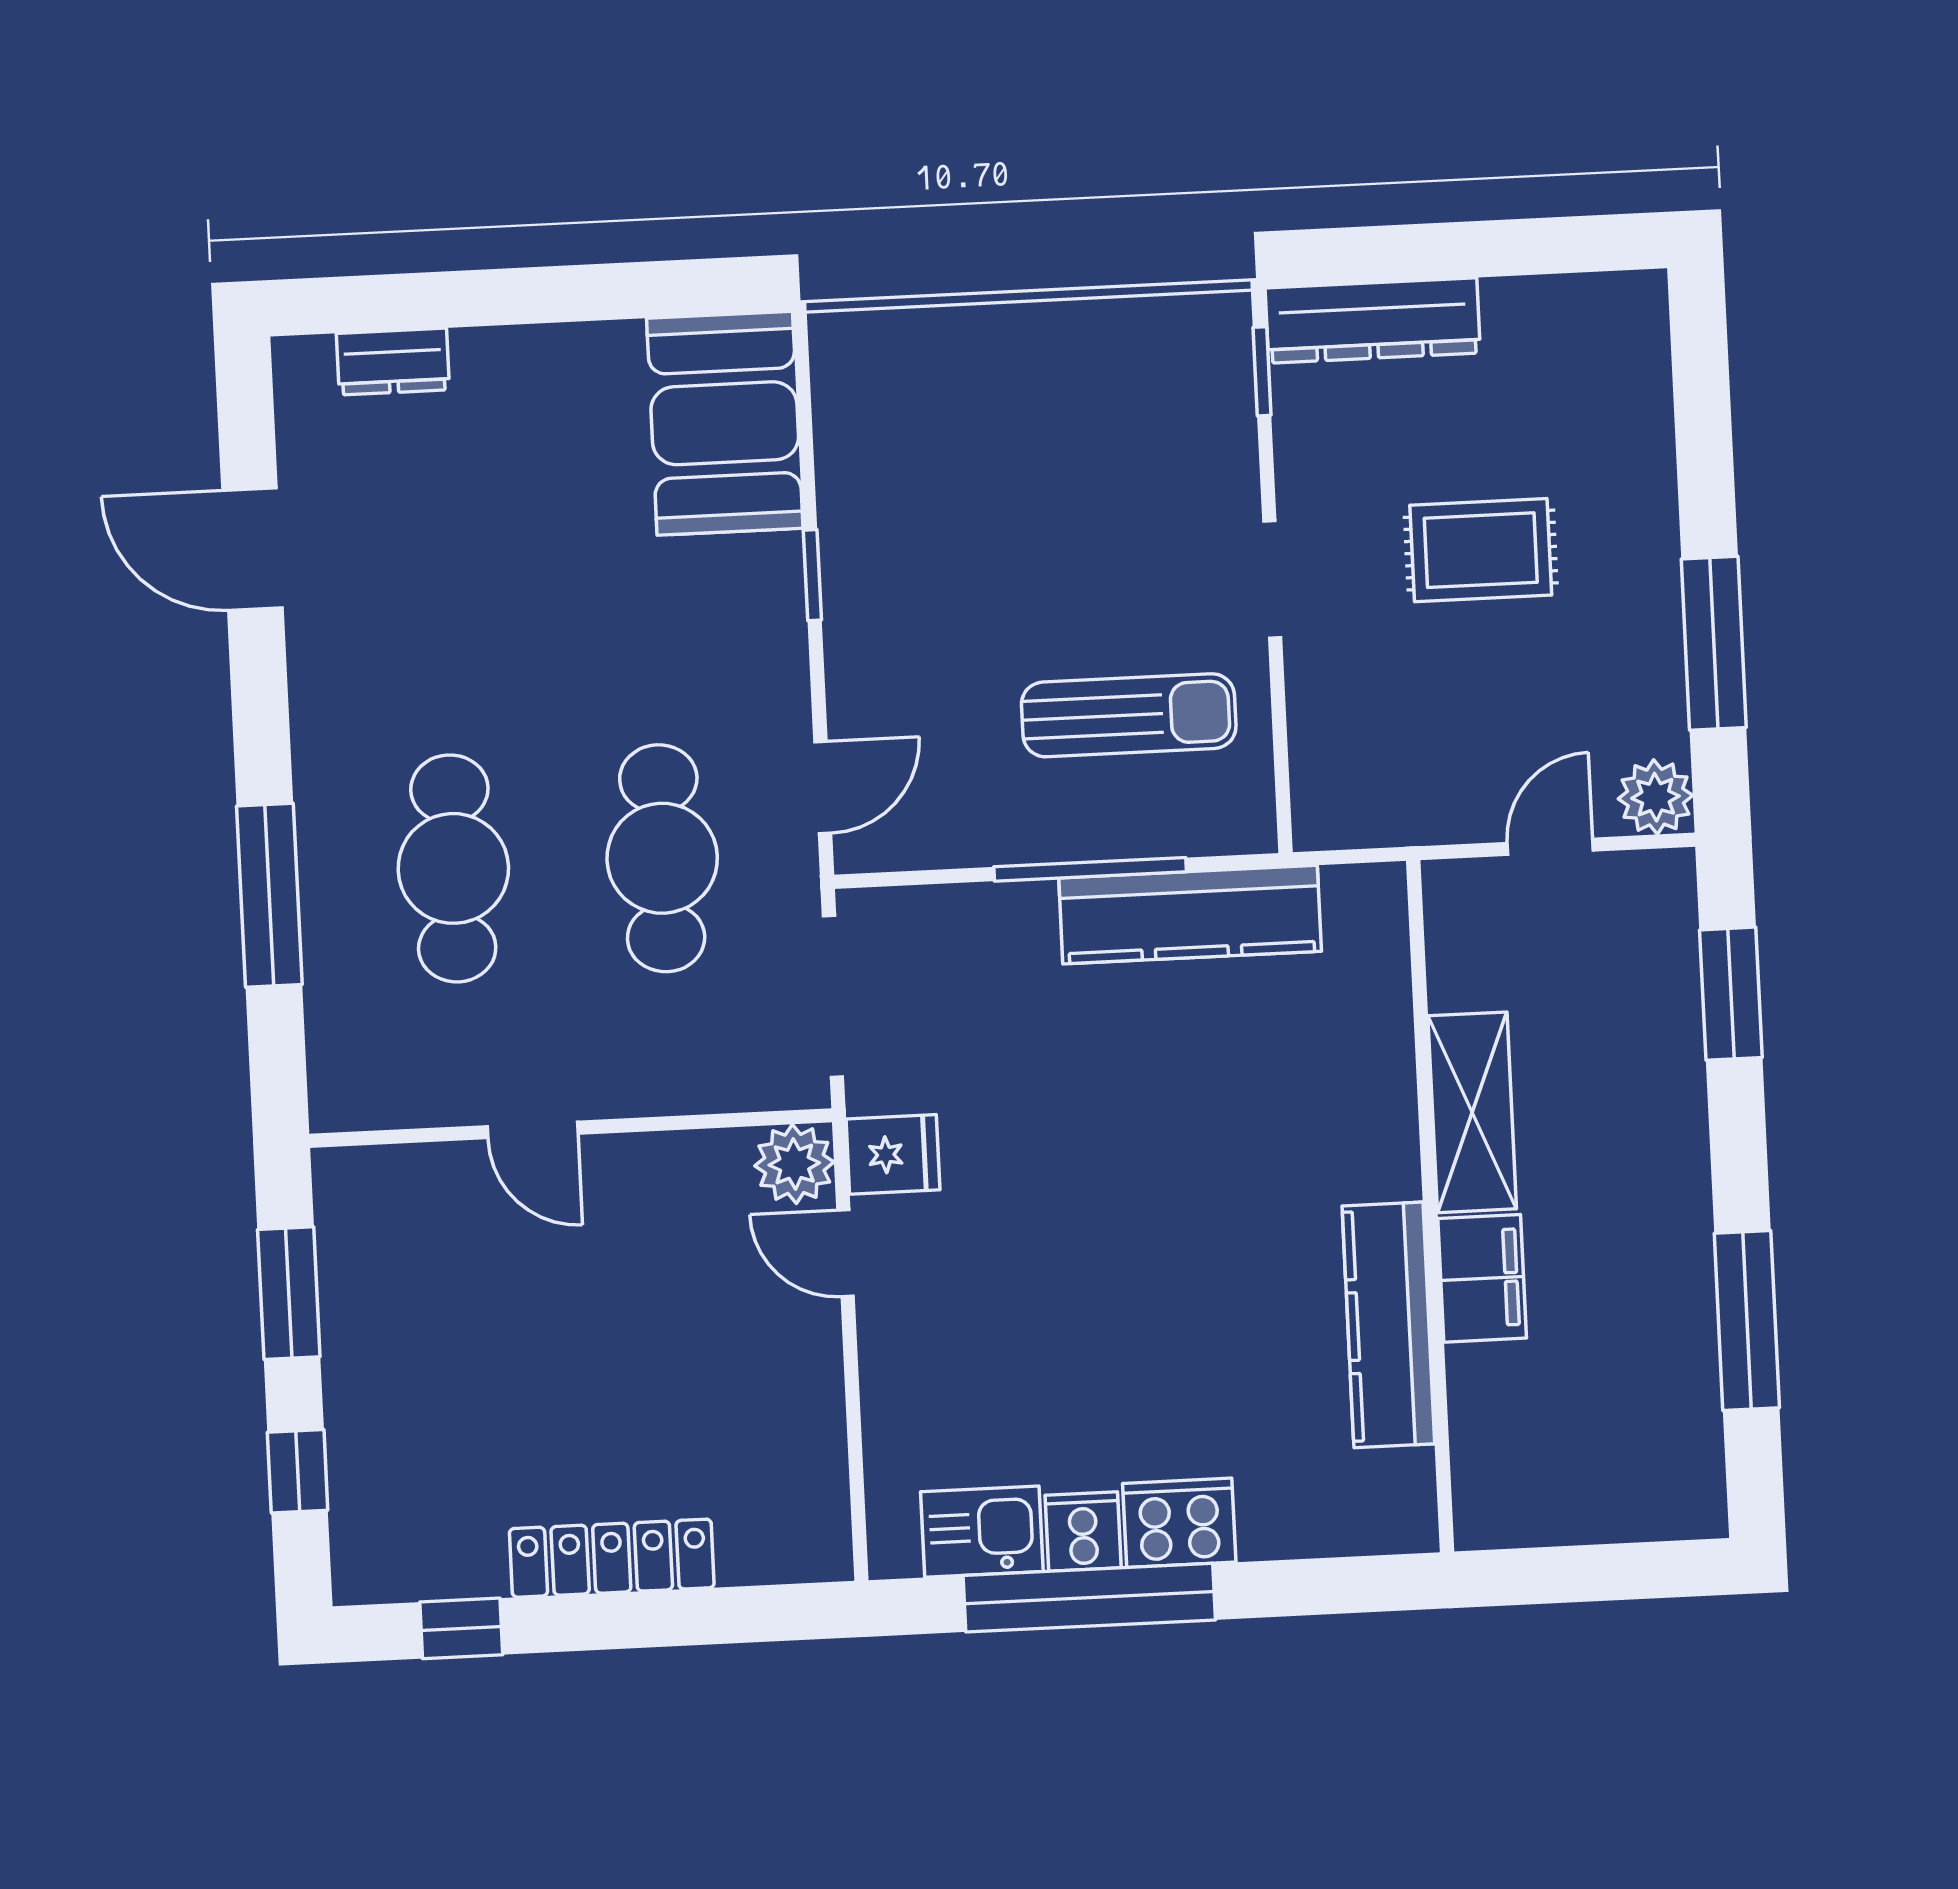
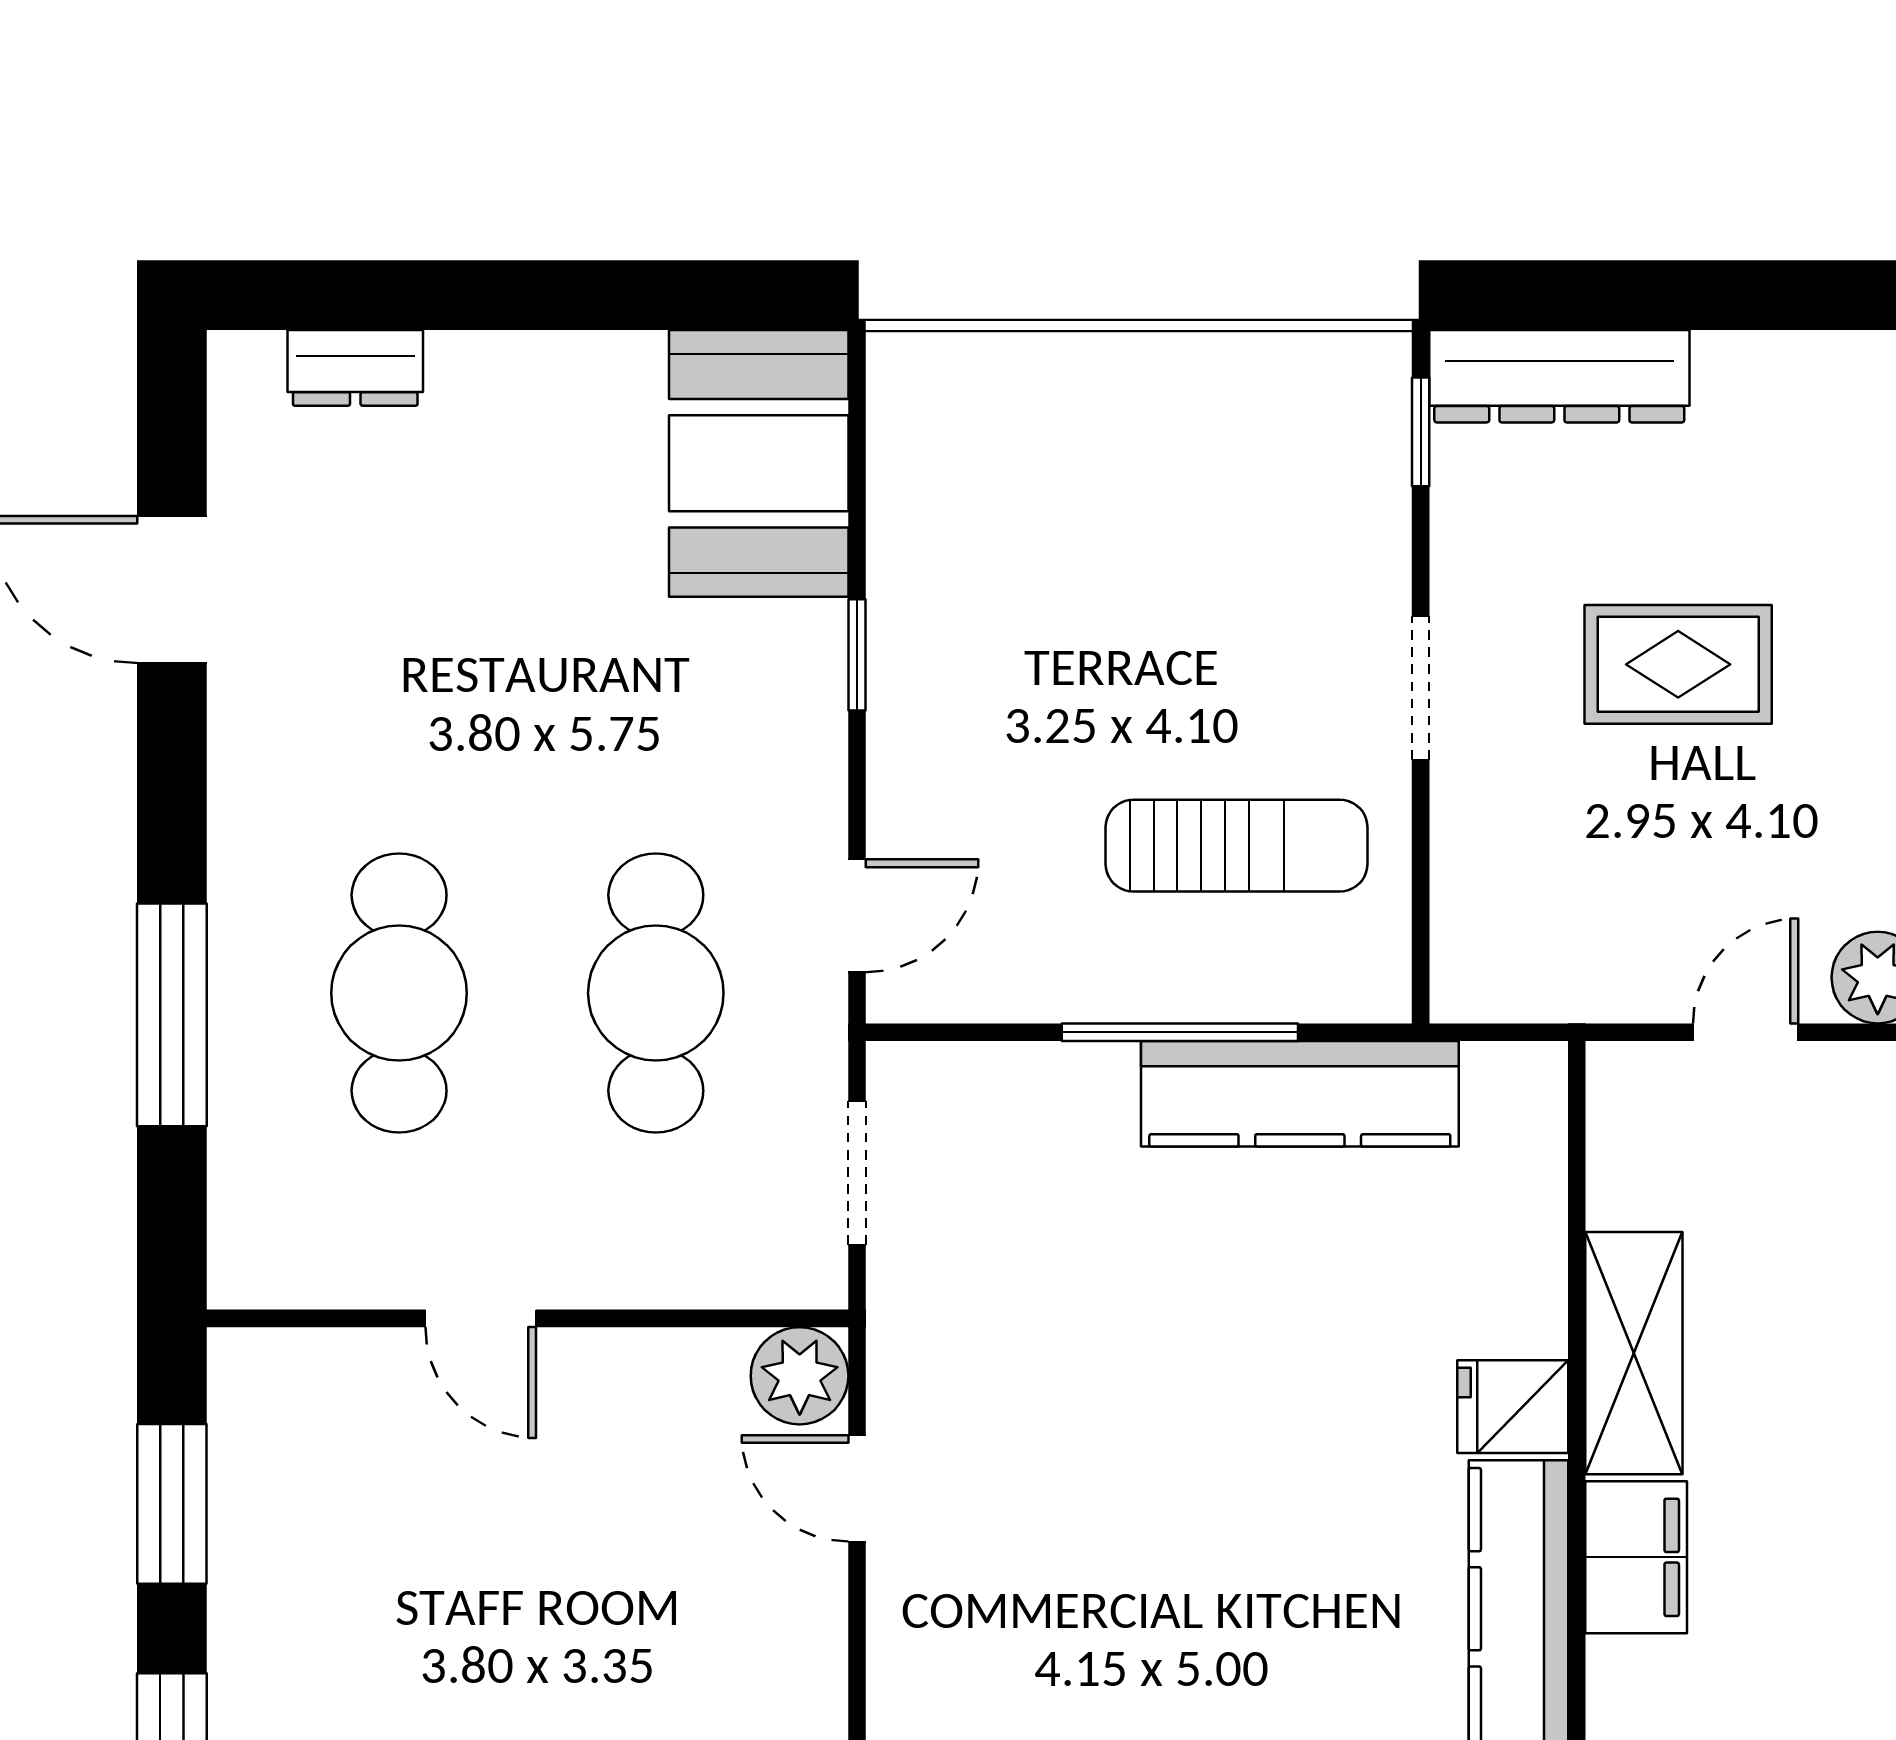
doorway: (833, 996) -> (857, 1173), width x0.73
fridge: (893, 1154) -> (1513, 1407), moved, turned 180

